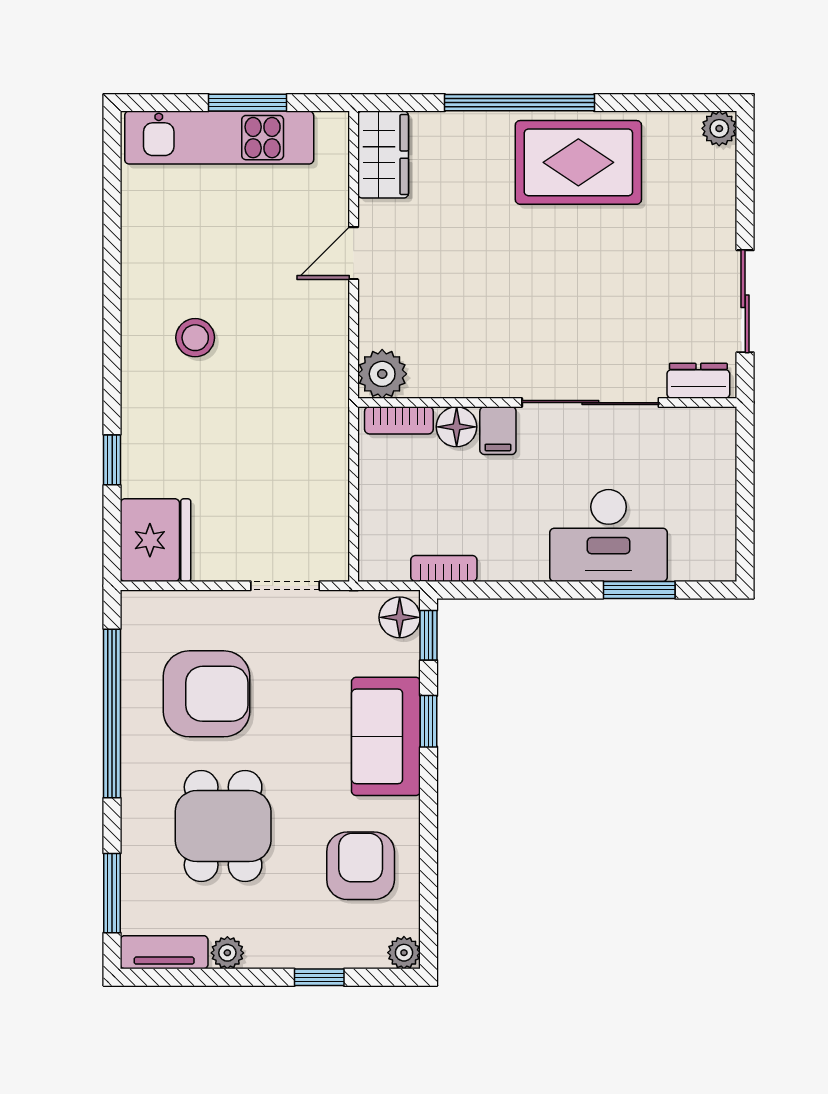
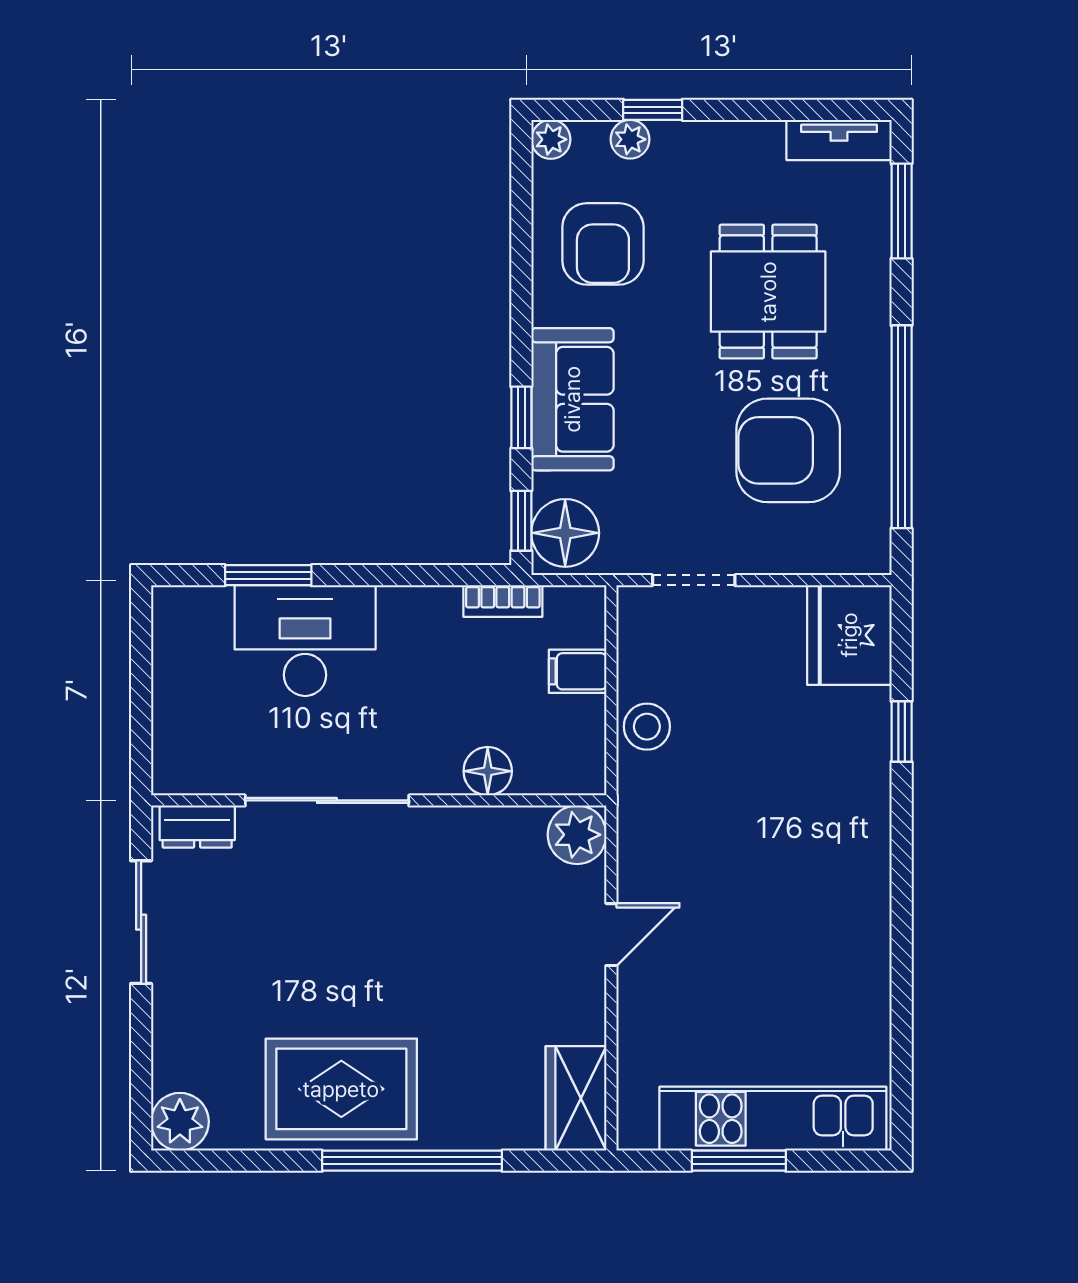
plant: (719, 128) -> (180, 1122), width x1.38, depth x1.38
door: (354, 253) -> (611, 935), moved
stool: (195, 338) -> (647, 727), moved
bookcase: (399, 420) -> (557, 779), removed
filing cabinet: (498, 431) -> (578, 671), moved, turned -90
floor lamp: (400, 617) -> (565, 533), width x1.38, depth x1.38
plant: (227, 953) -> (630, 139), moved

